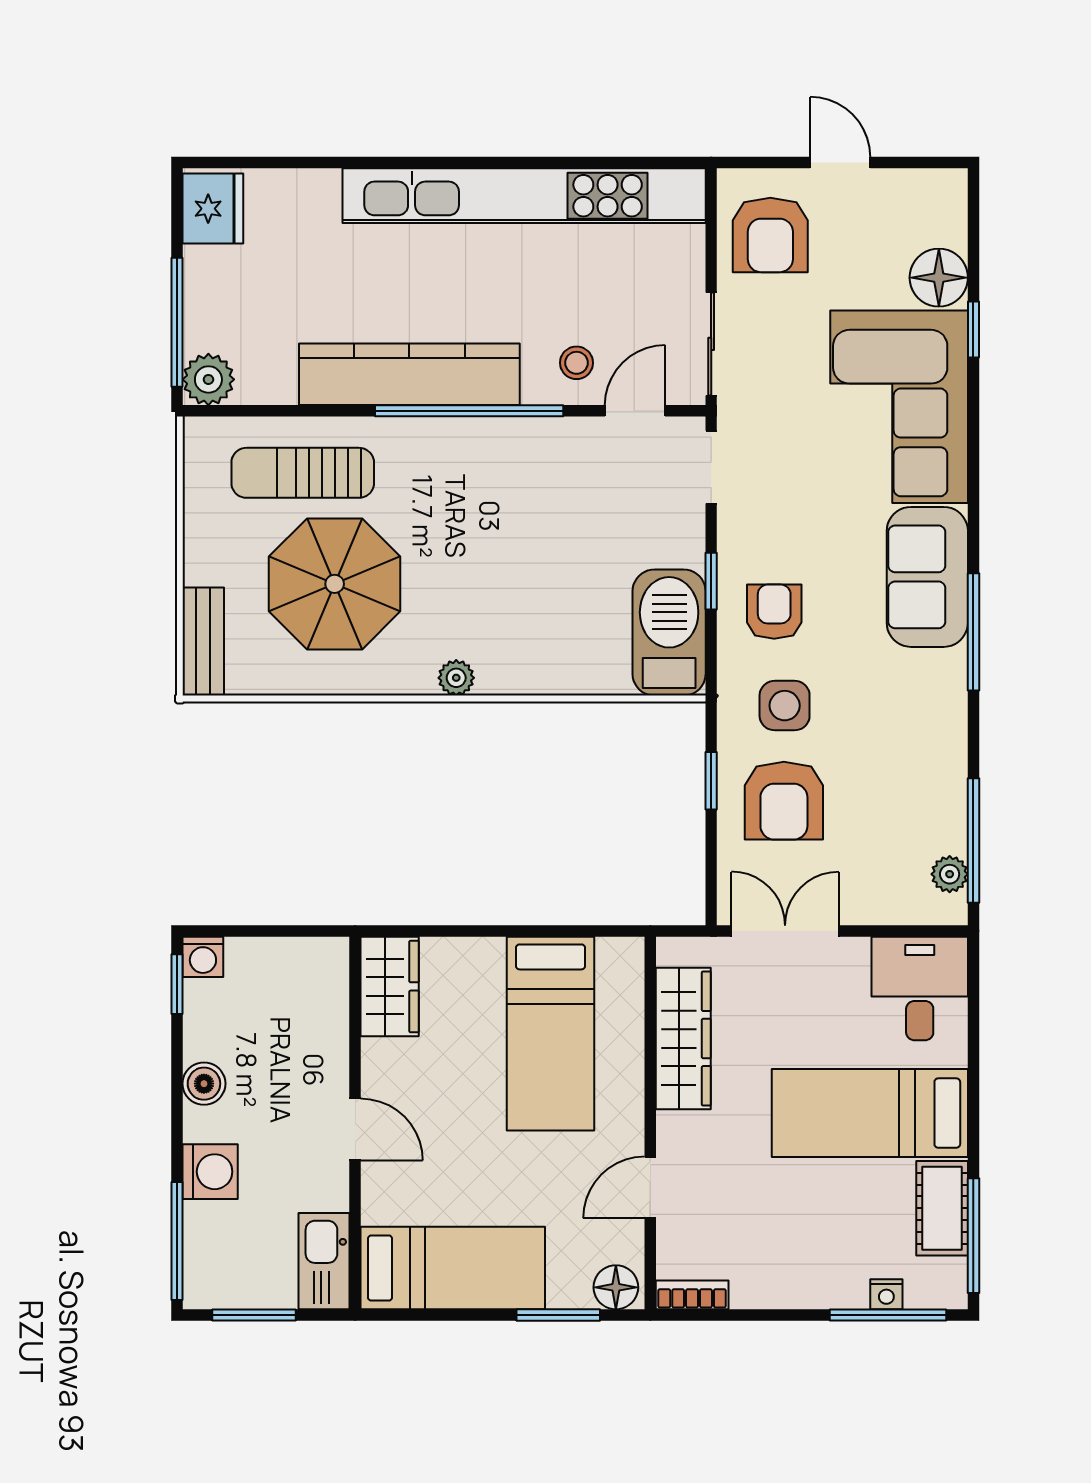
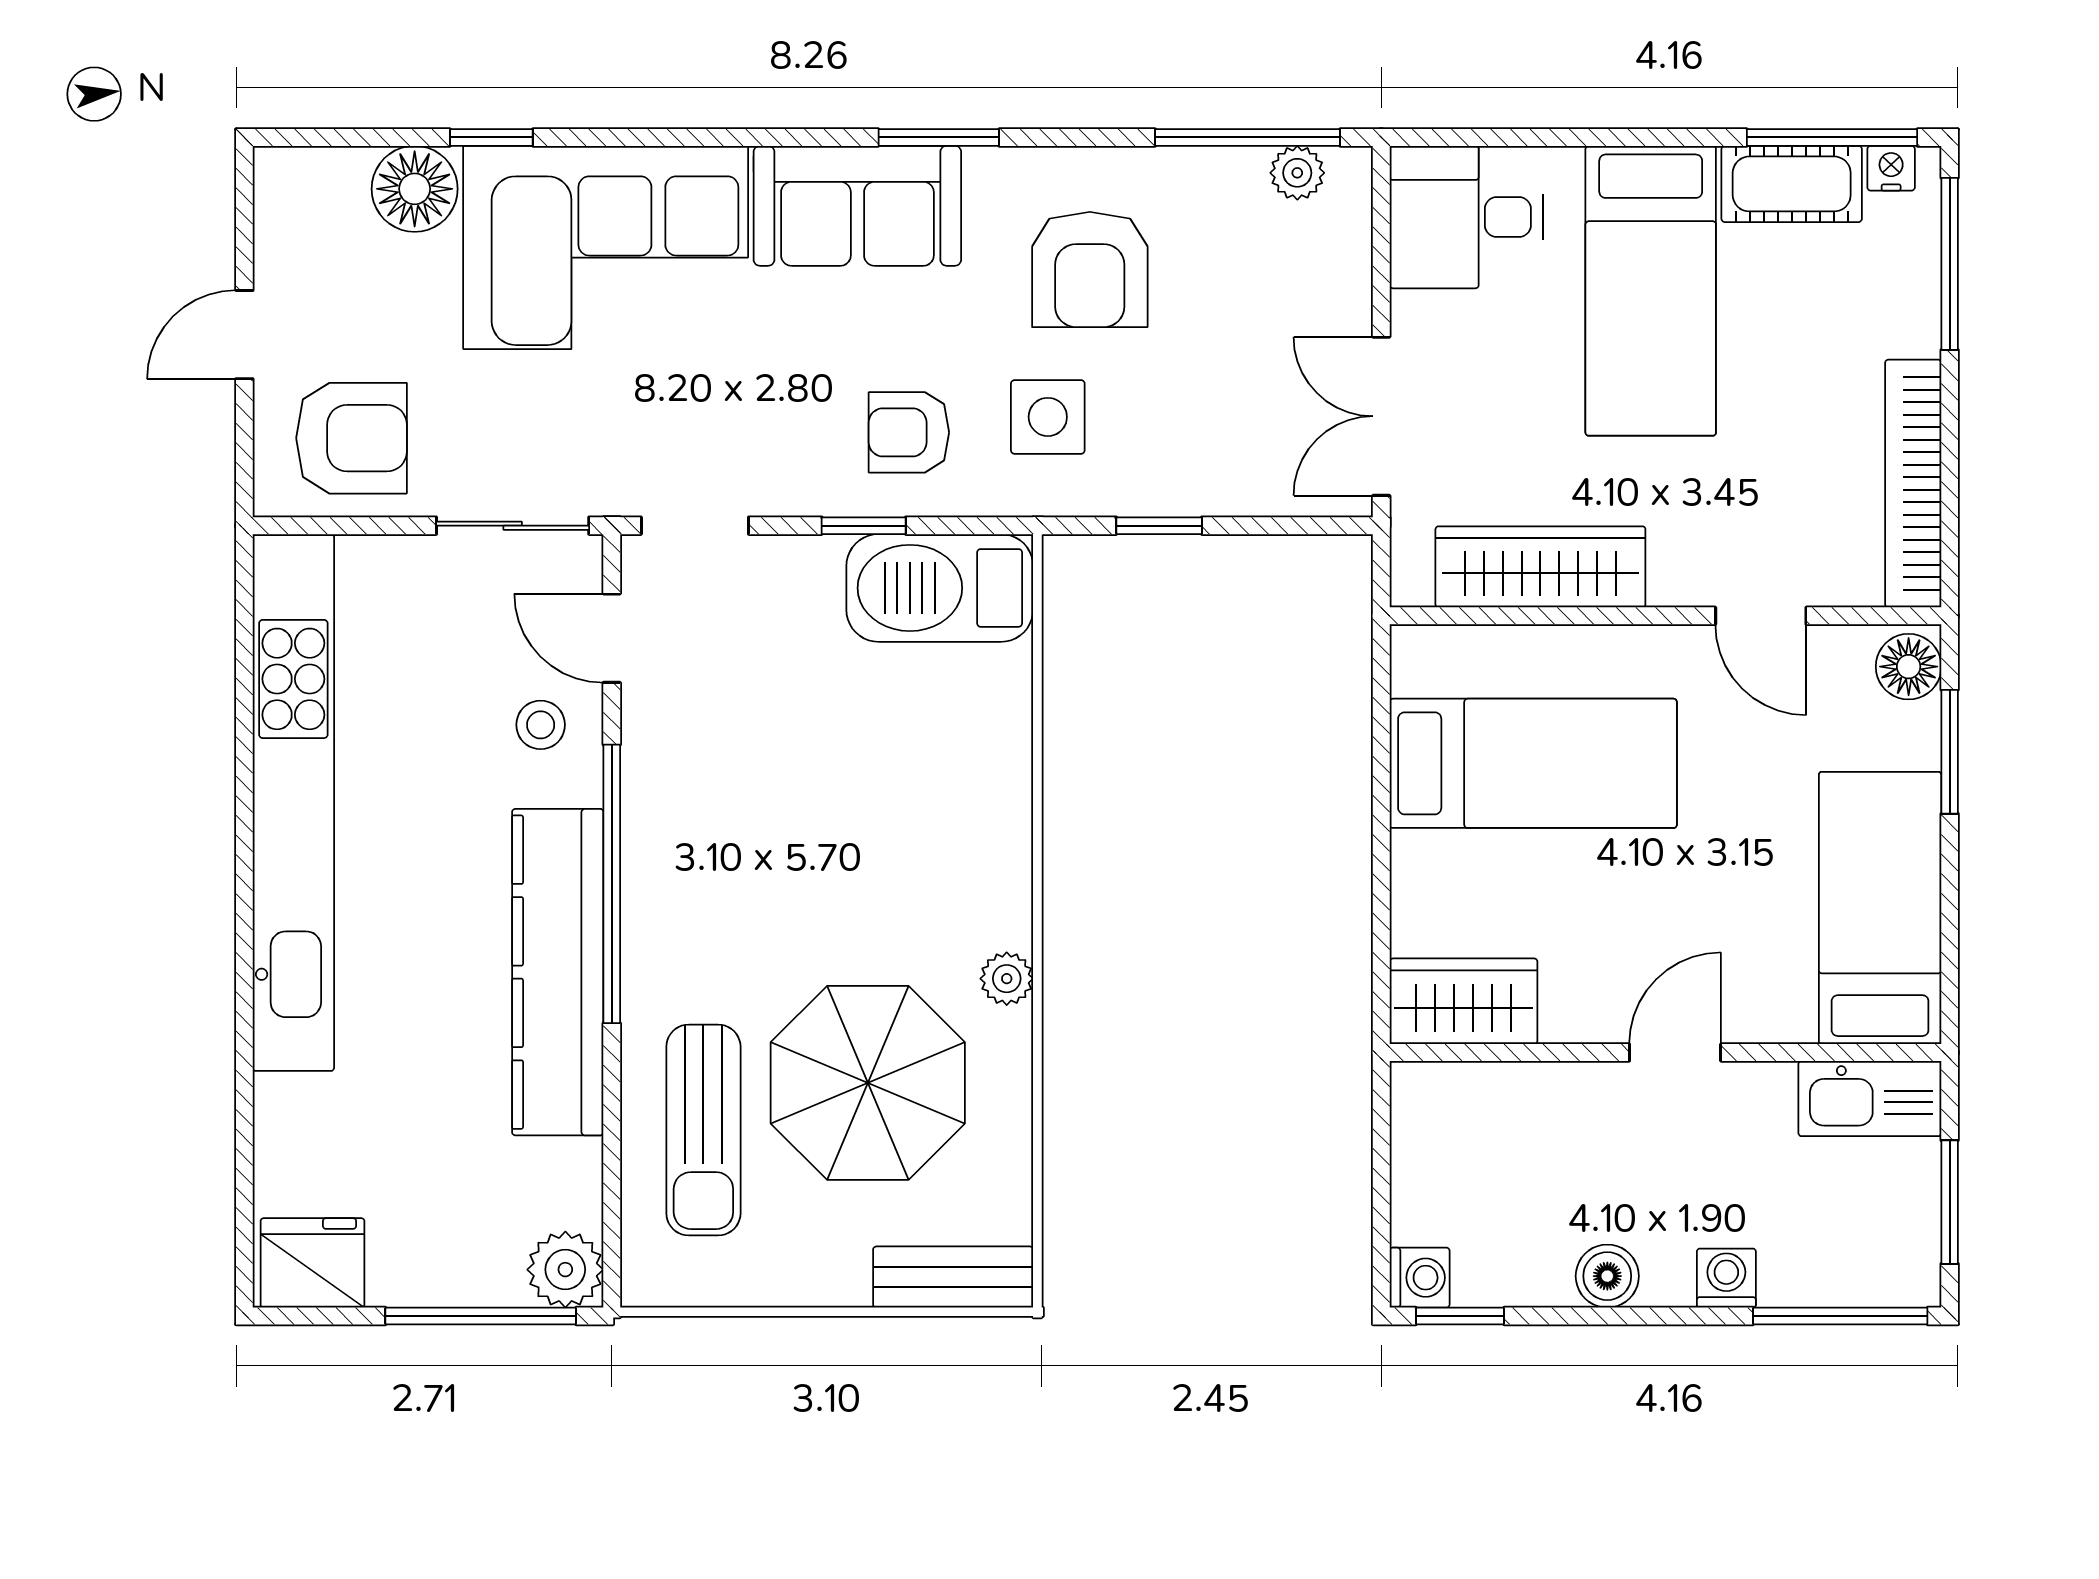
window: (973, 632) -> (939, 137), width x0.69
plant: (456, 678) -> (1007, 979), moved
armchair: (784, 801) -> (1090, 269), moved, turned 90
washing machine: (210, 1172) -> (1726, 1278), width x0.73, depth x0.73
nightstand: (886, 1294) -> (1891, 168), moved, turned -90
bookcase: (692, 1295) -> (1913, 484), width x2.31, depth x1.31

